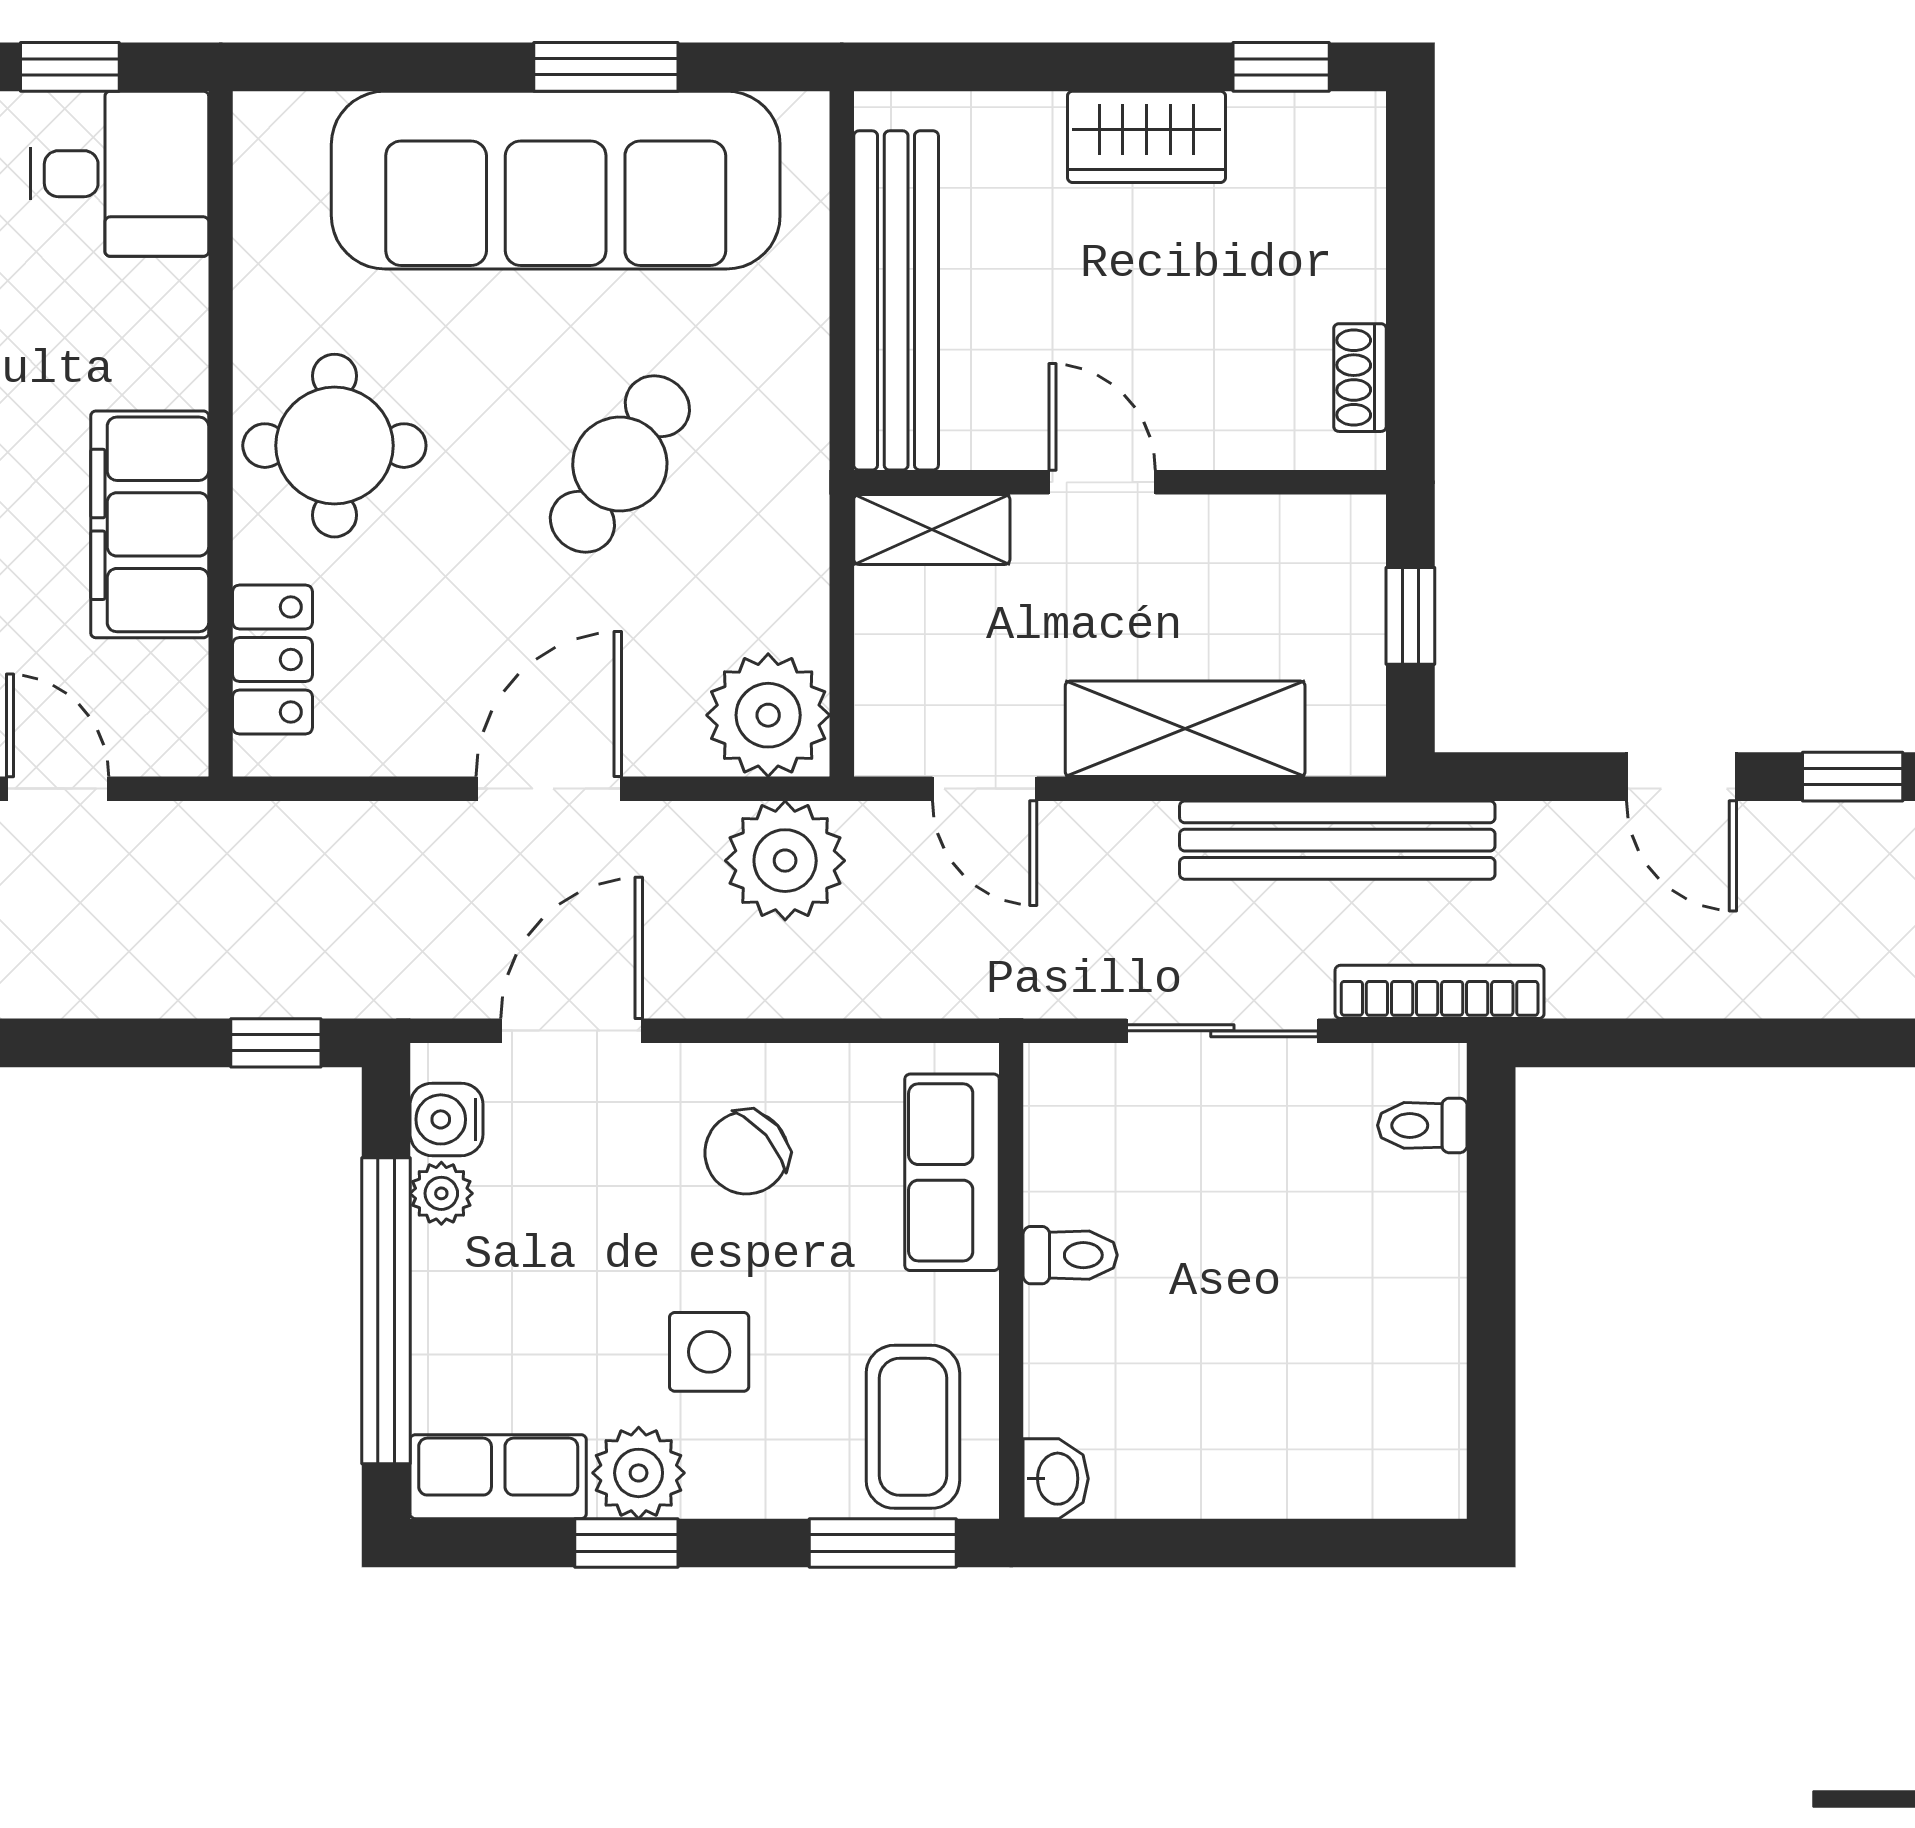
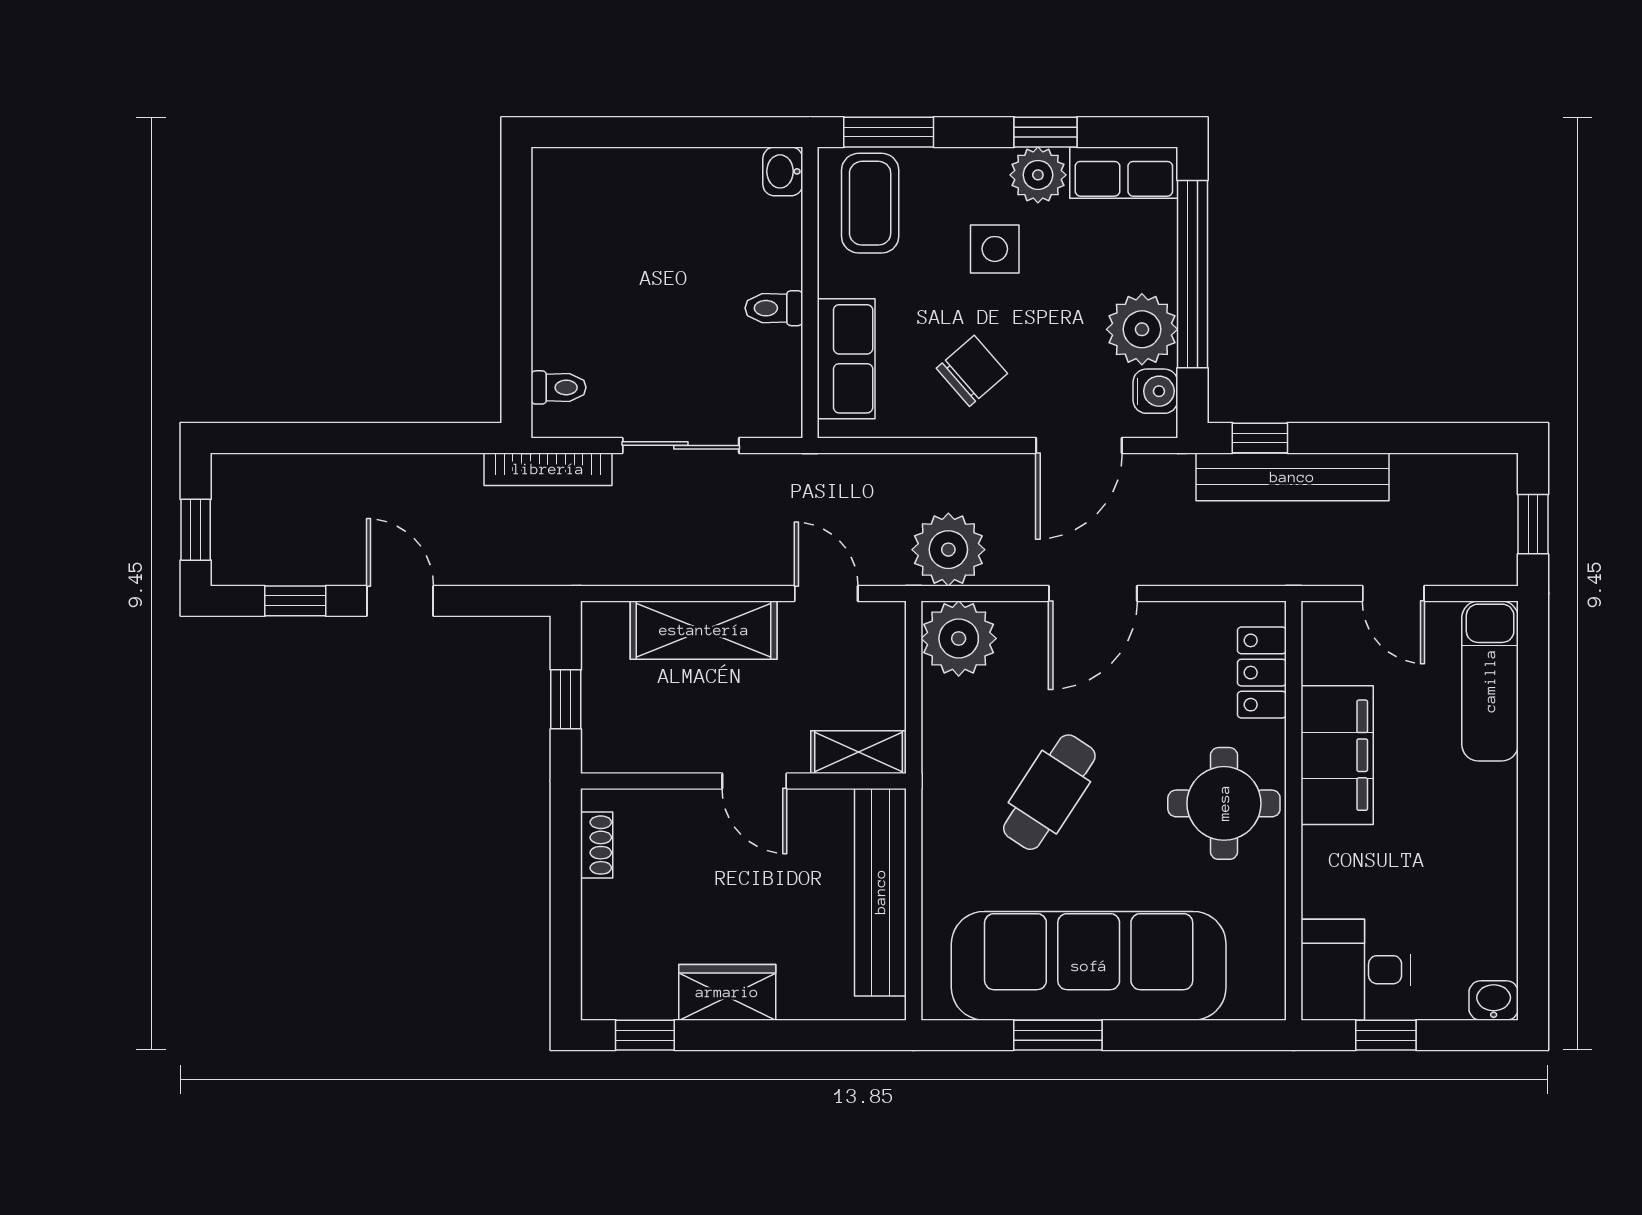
bench: (1337, 840) -> (1292, 477), moved
plant: (441, 1193) -> (1142, 329), width x1.87, depth x1.87

